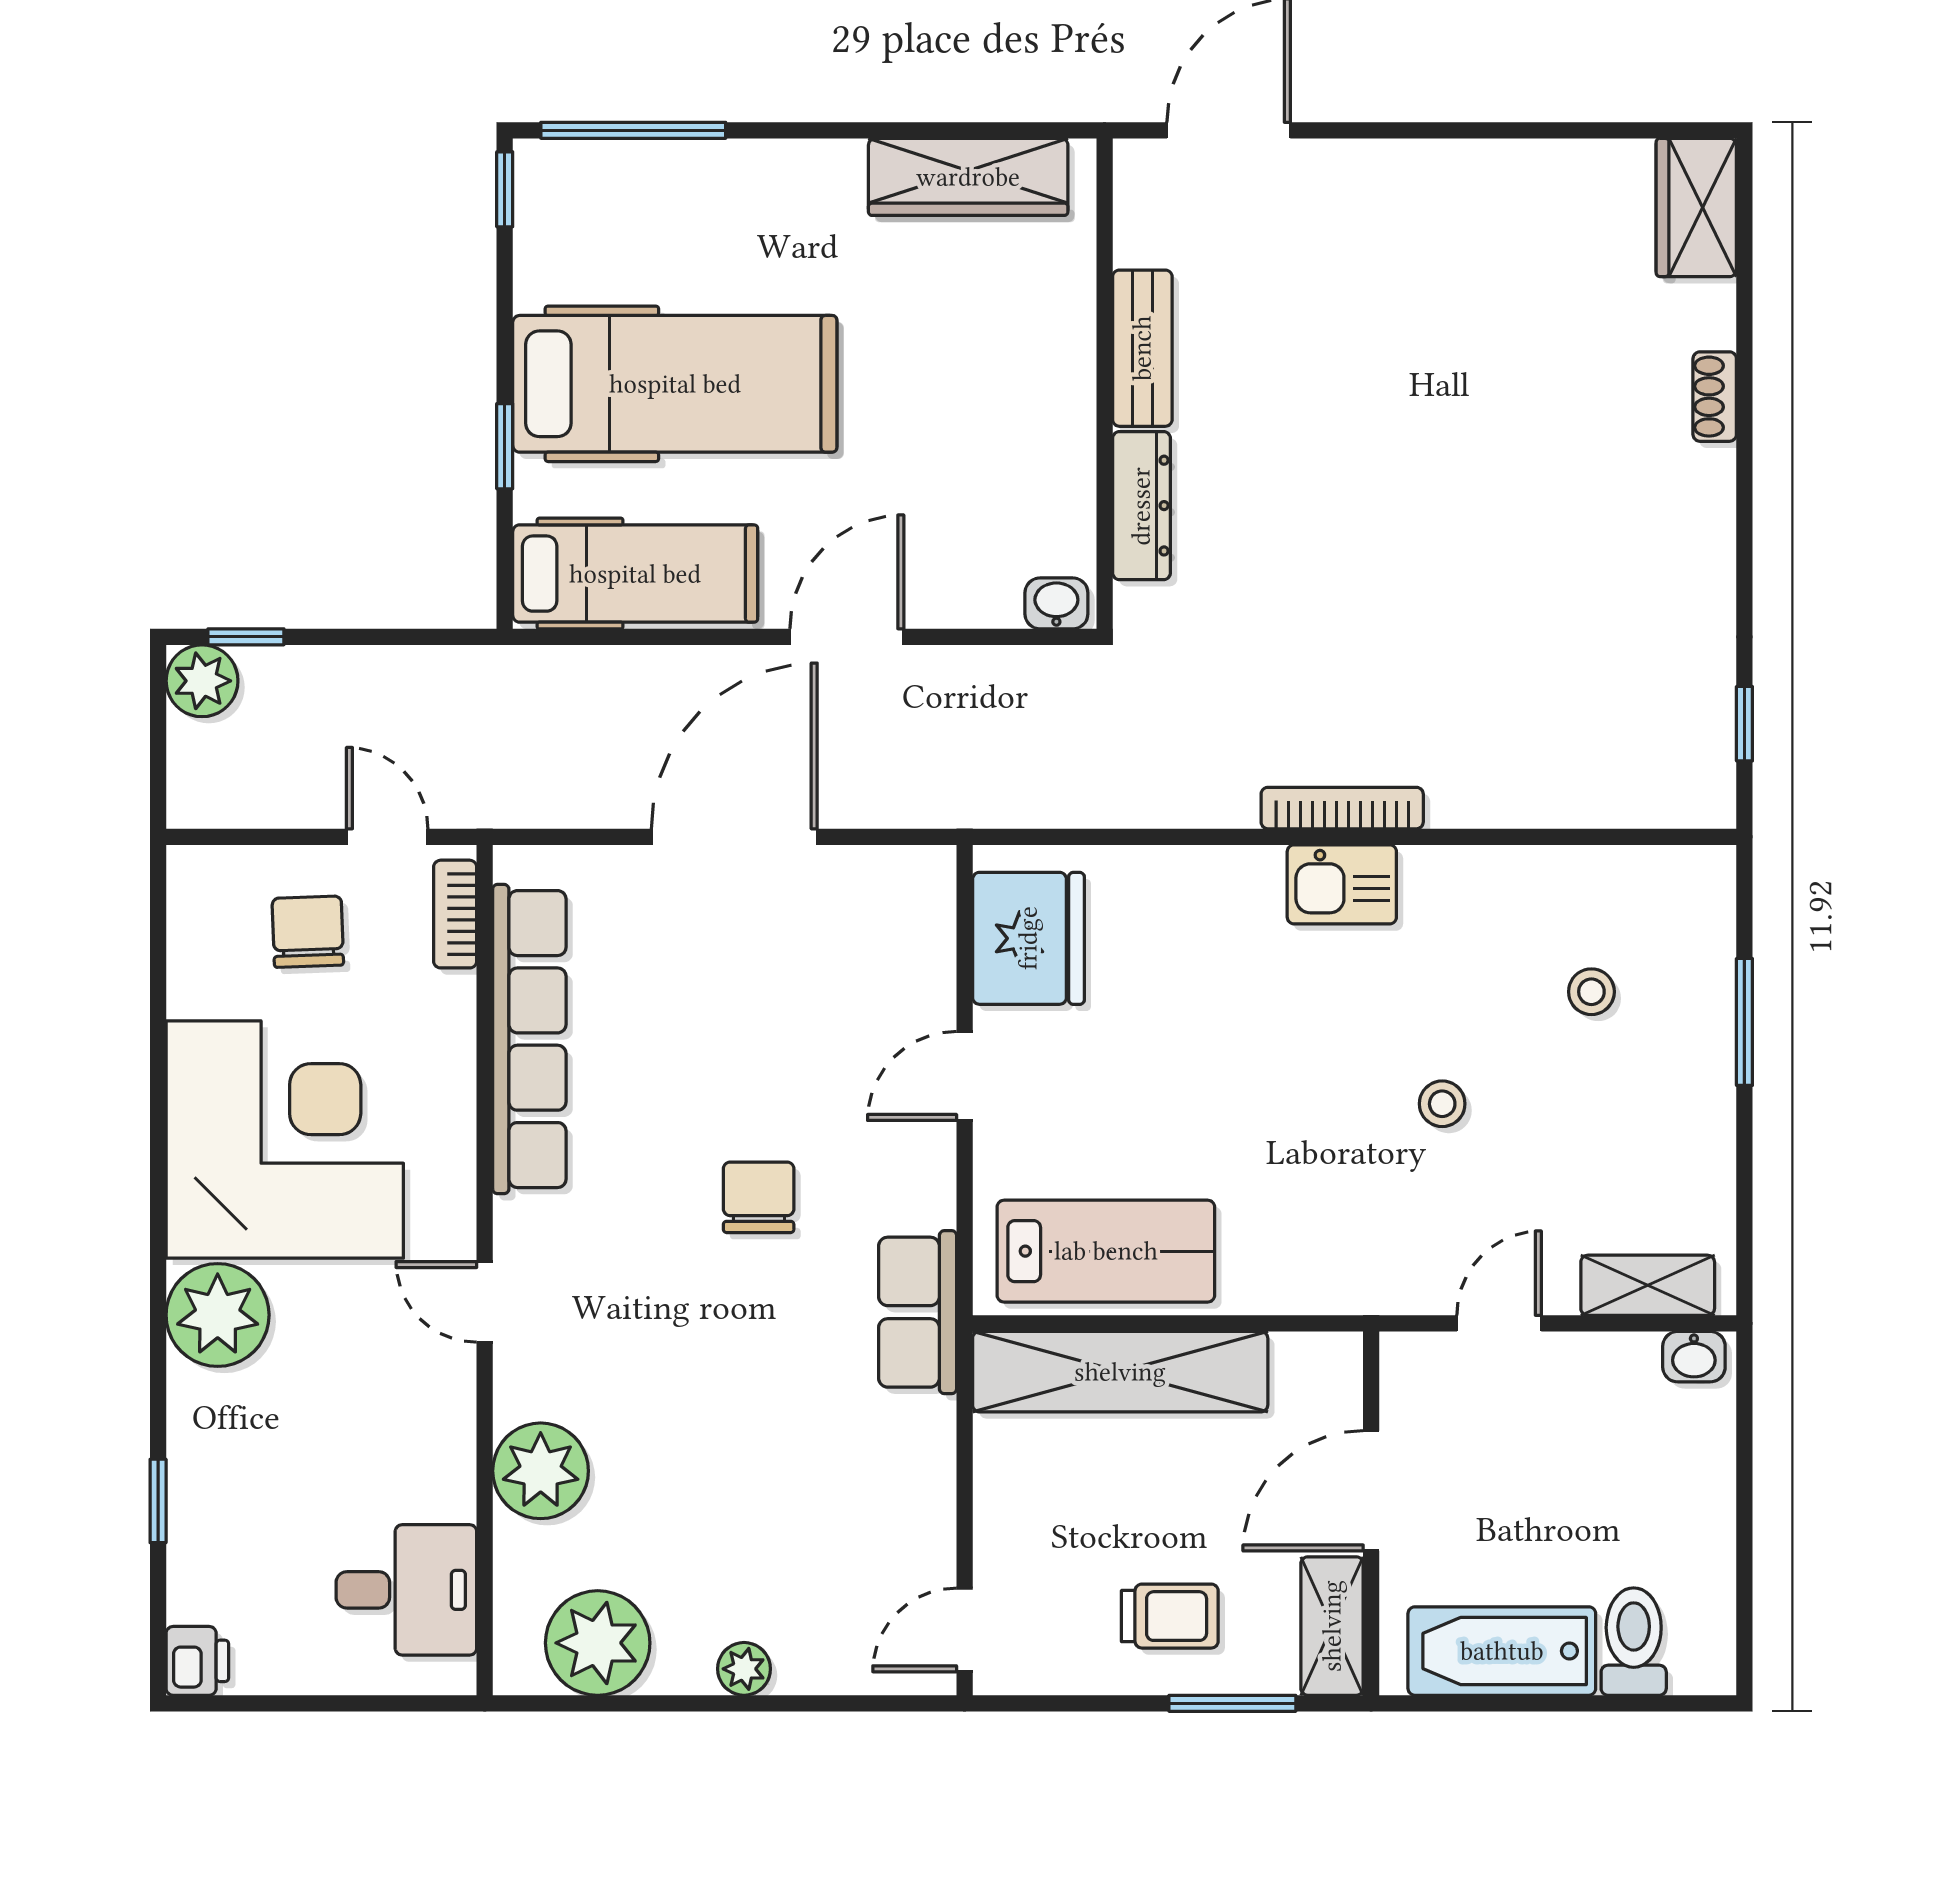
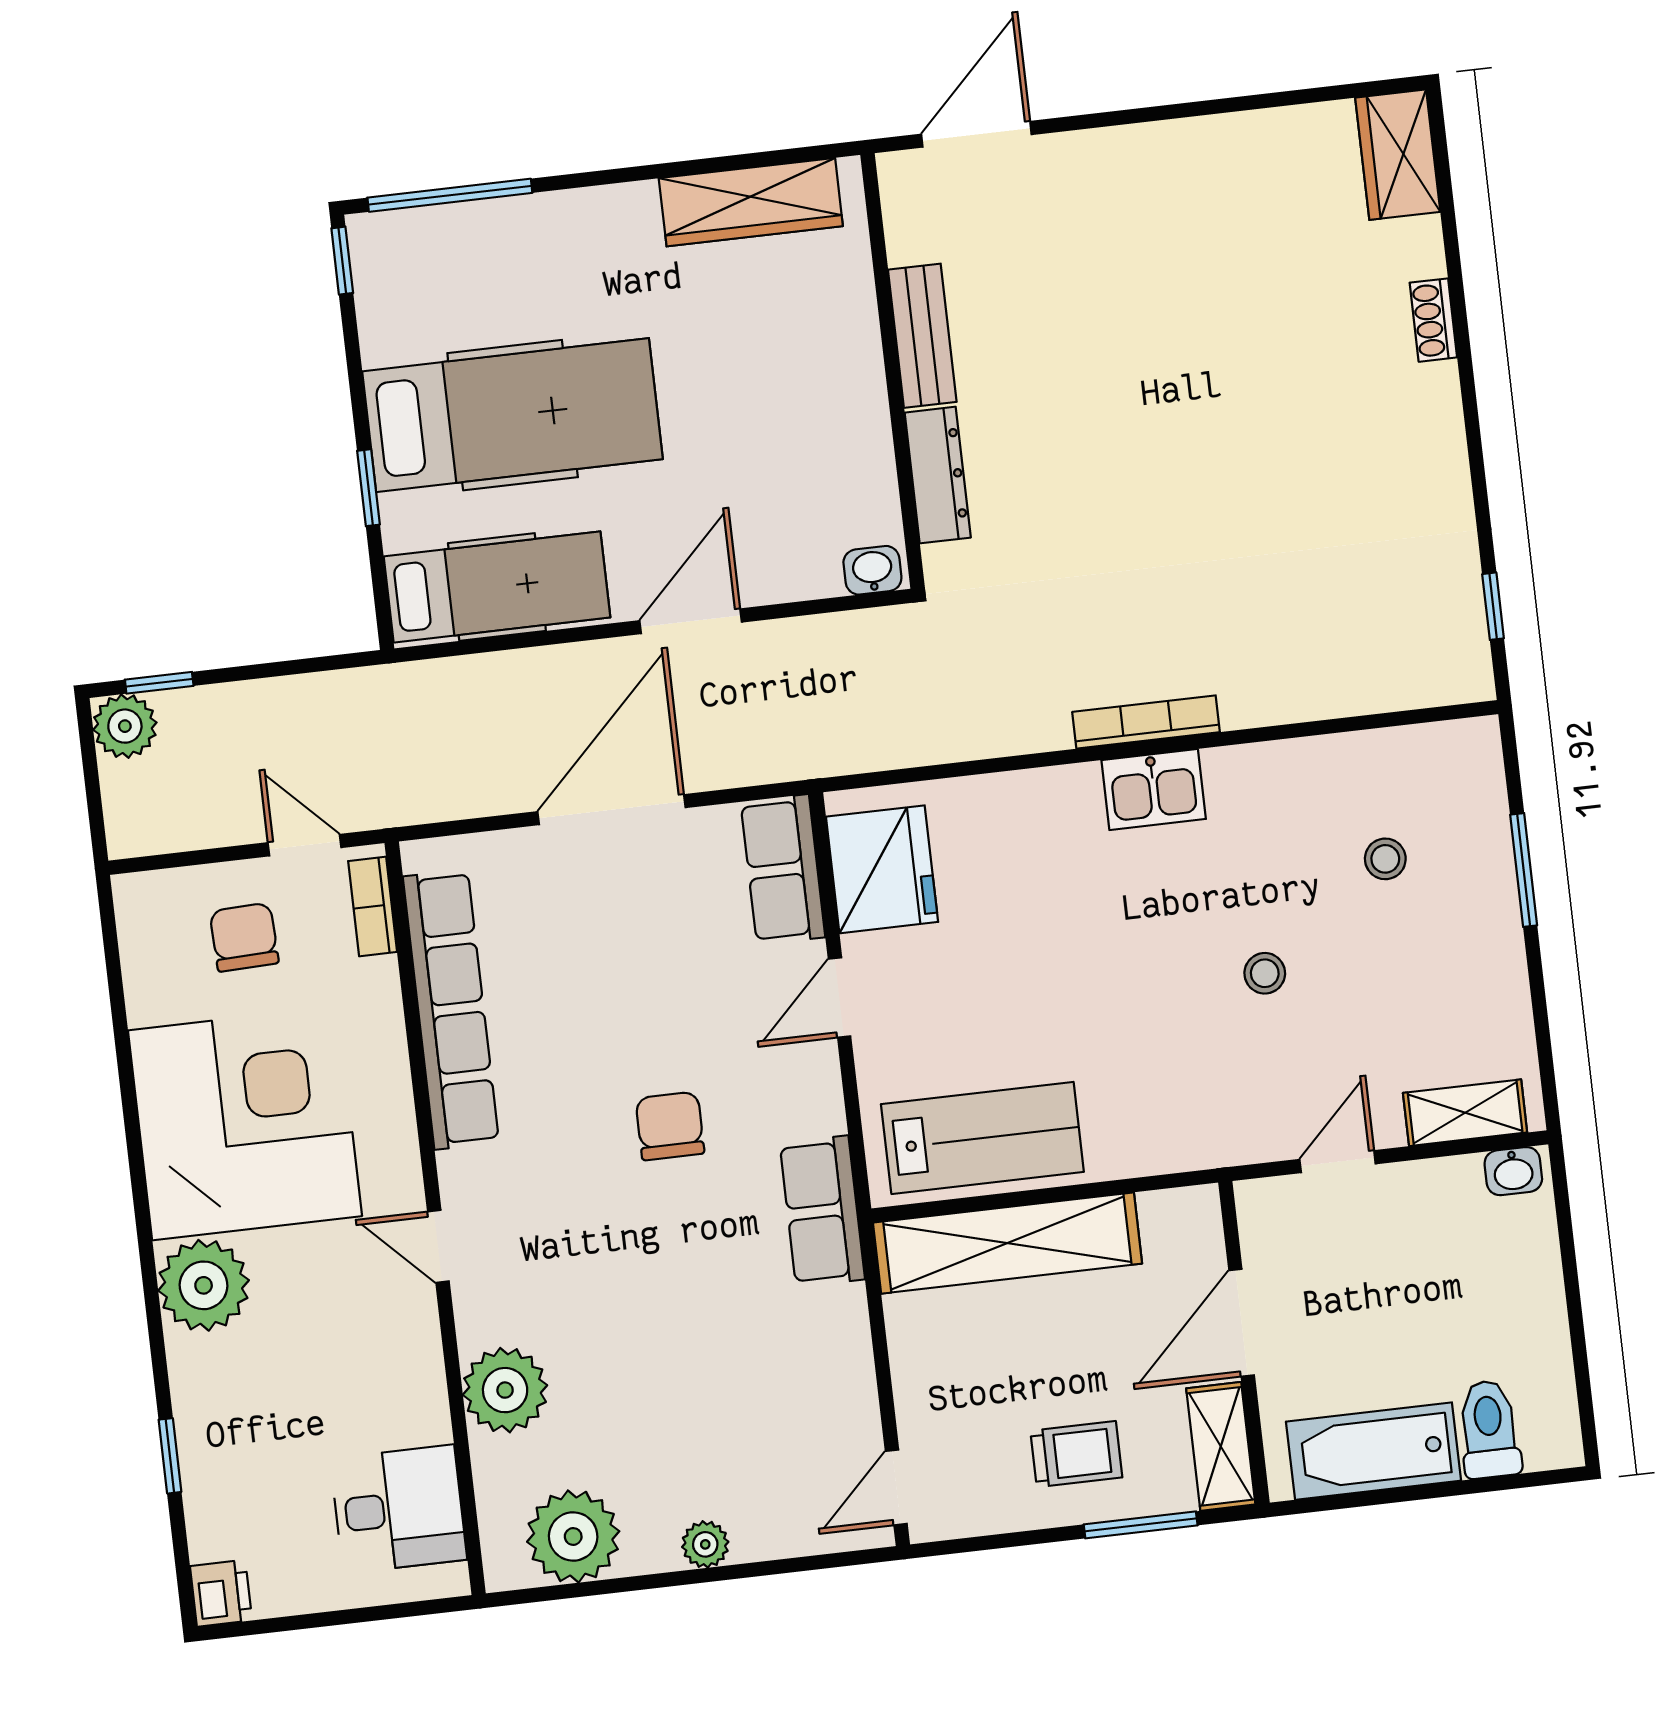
row of seats: (918, 926) -> (783, 870), added

